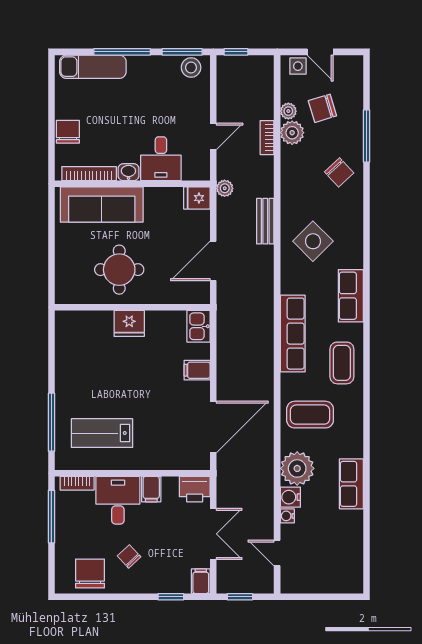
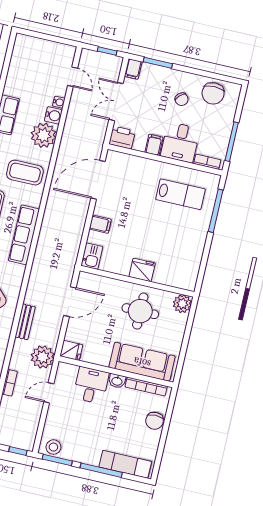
plant: (225, 188) -> (43, 357), width x1.88, depth x1.88
plant: (67, 292) -> (182, 304), added
window: (171, 597) -> (158, 63), width x1.50

